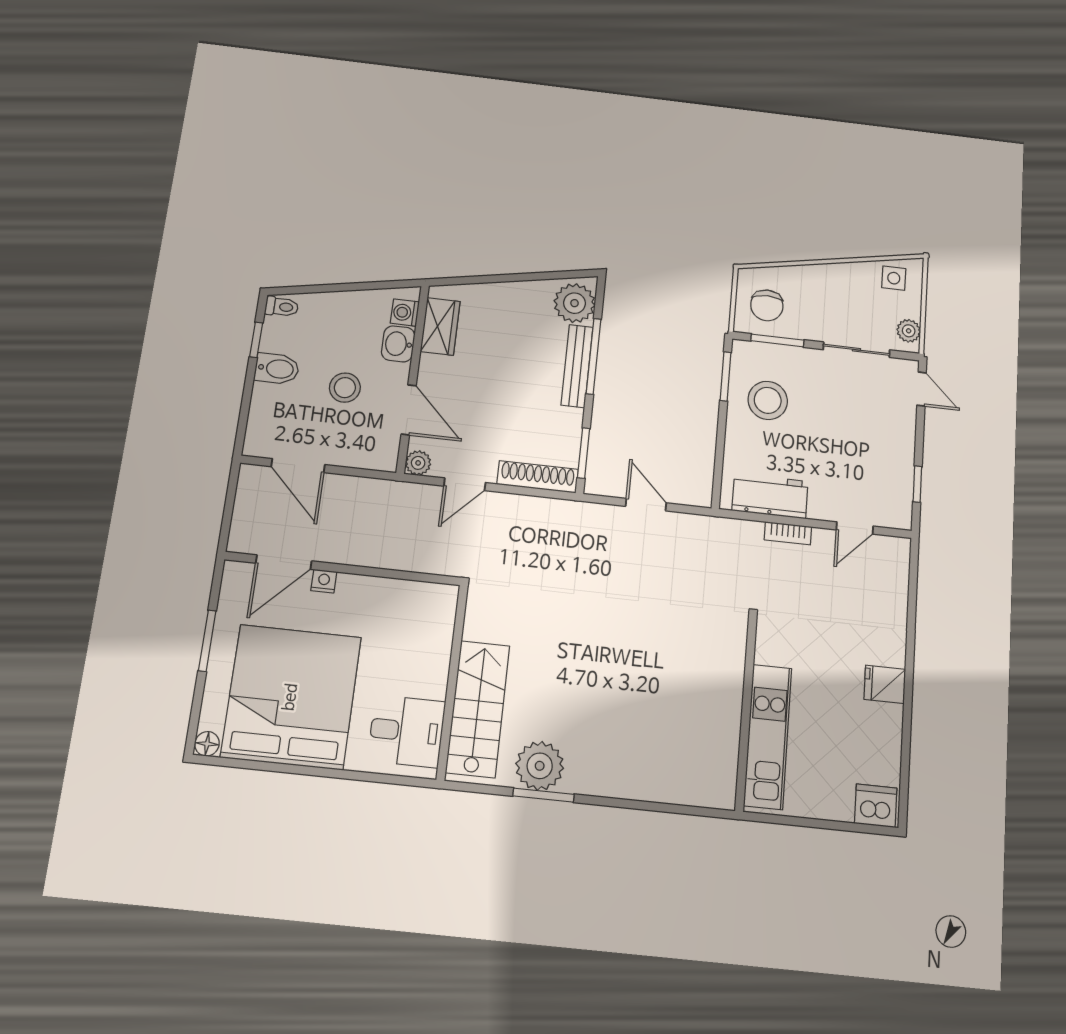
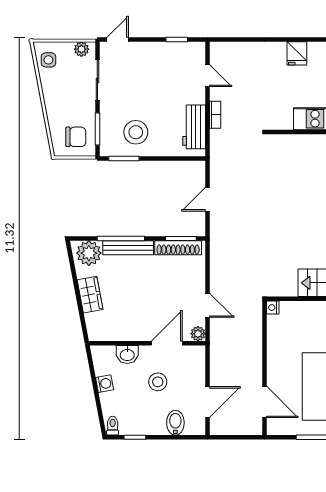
washing machine: (405, 313) -> (105, 384), moved, turned -101
wardrobe: (440, 326) -> (90, 295), moved, turned 79
bidet: (277, 369) -> (175, 423), moved
shoe rack: (538, 477) -> (178, 248), moved, turned -90
nightstand: (324, 581) -> (273, 308), moved

